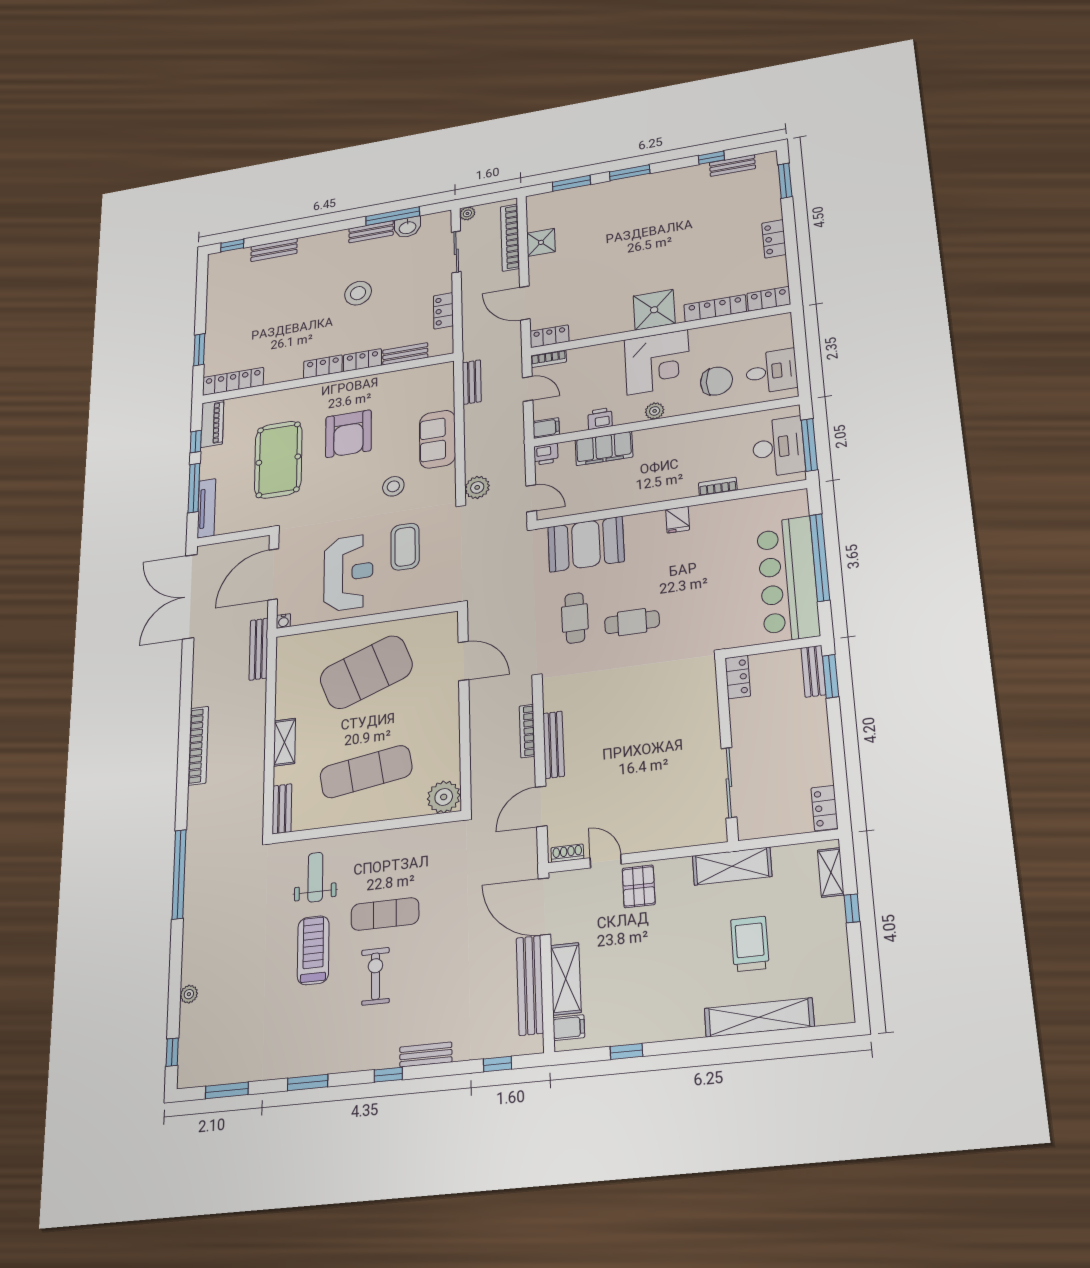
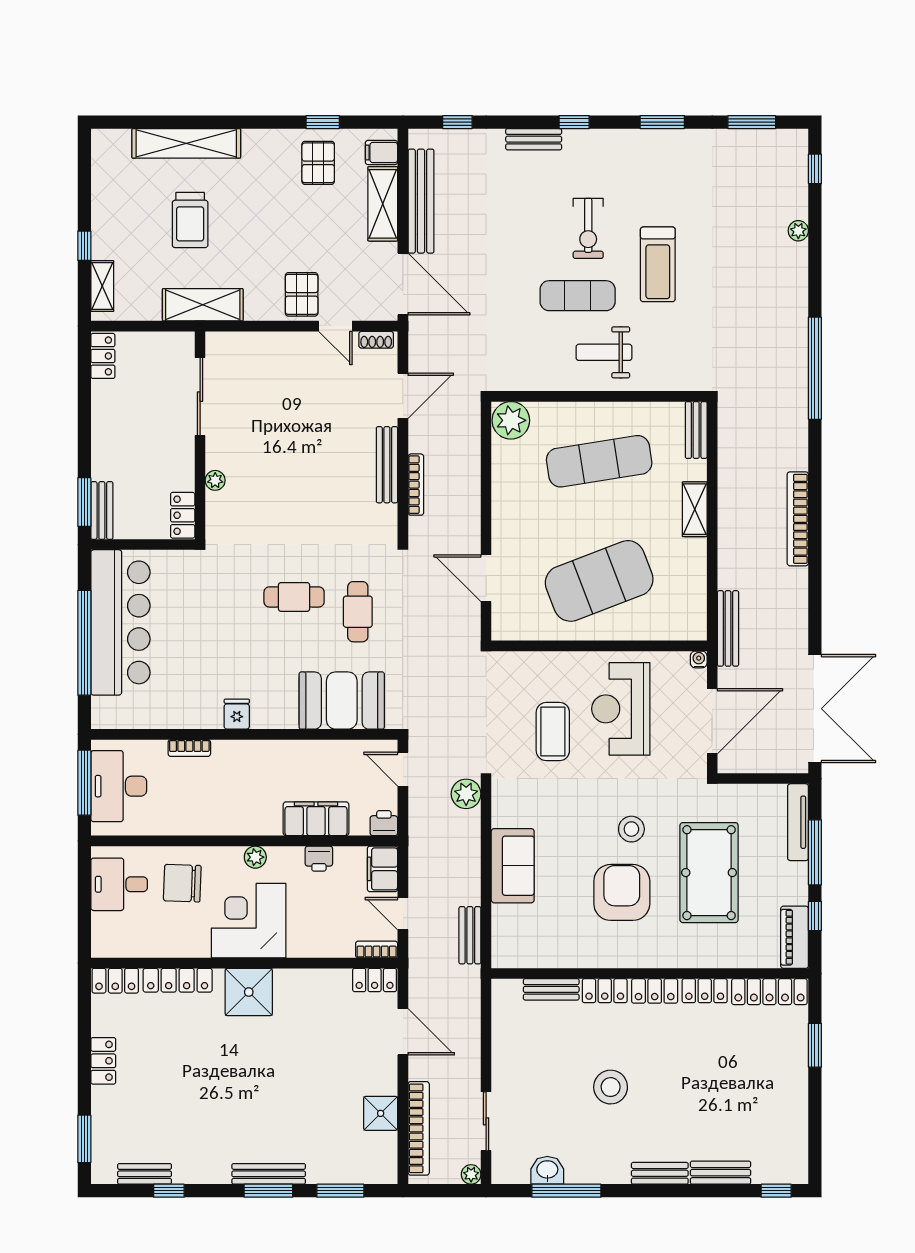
bench: (630, 184) -> (269, 1174), added
bench: (371, 232) -> (660, 1173), moved
locker: (443, 311) -> (705, 991), moved, turned 90
filing cabinet: (546, 428) -> (382, 869), width x2.00
stool: (393, 486) -> (631, 829), moved
plant: (710, 711) -> (215, 480), added
weight bench: (315, 877) -> (604, 352), moved, turned 90
pallet: (629, 1012) -> (318, 163), added

